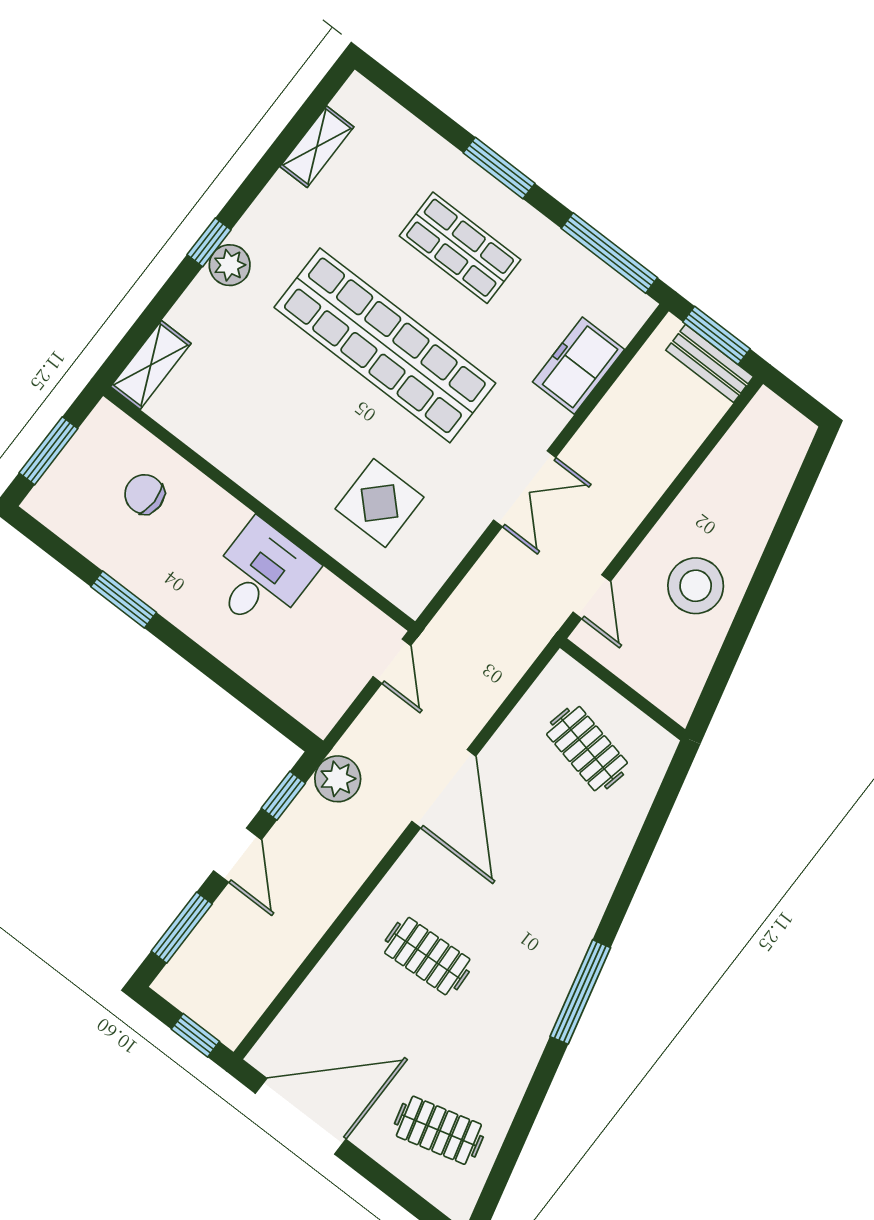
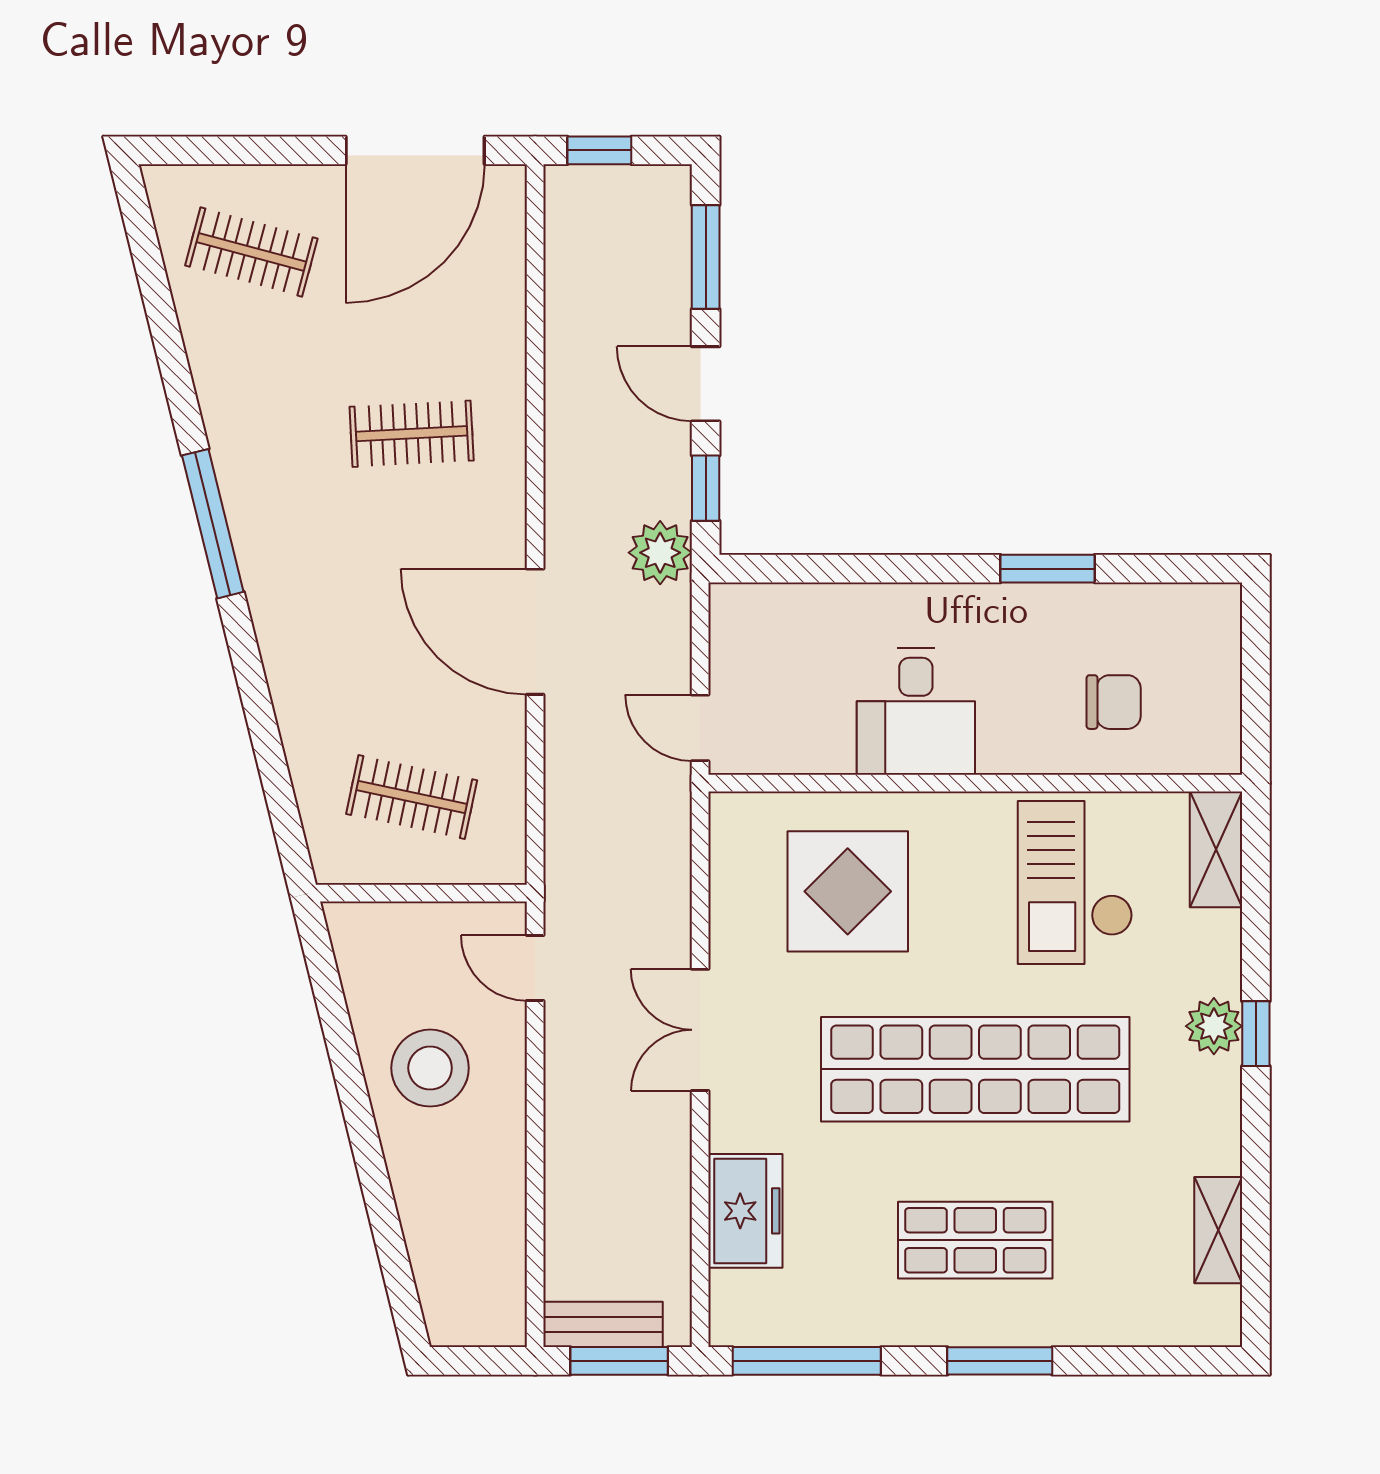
checkout: (246, 408) -> (1075, 883), added
window: (48, 451) -> (1256, 668), removed
display table: (380, 503) -> (848, 891), width x1.36, depth x1.36
clothes rail: (439, 1130) -> (251, 252), turned 30

